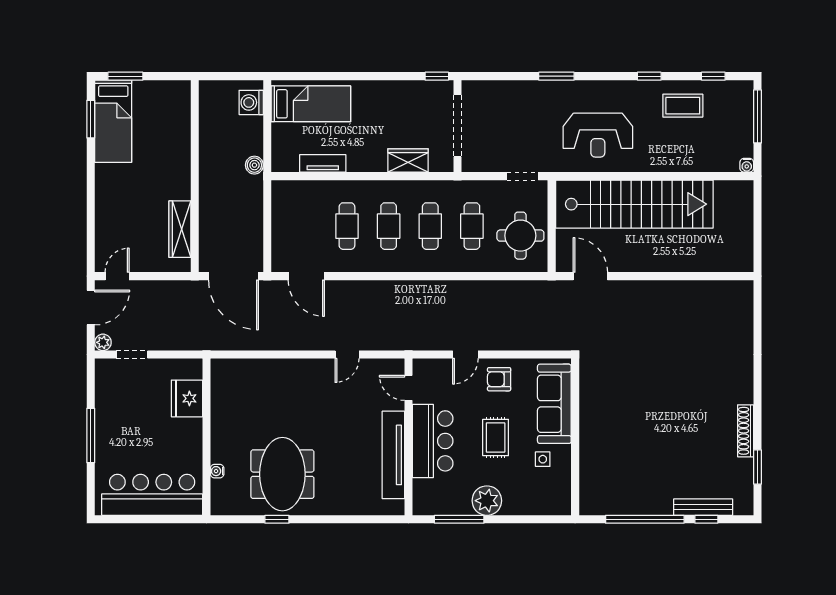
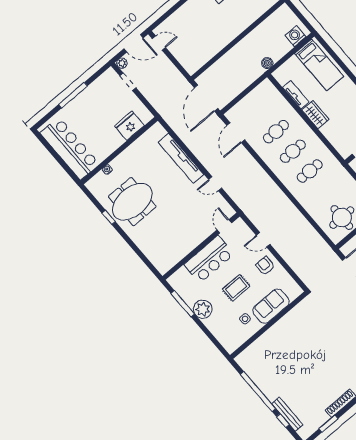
wardrobe: (408, 161) -> (315, 115), moved
cafe table: (472, 226) -> (327, 191), removed
wardrobe: (180, 229) -> (207, 54), removed
sofa: (554, 404) -> (271, 306), width x0.73
tv unit: (393, 455) -> (181, 158), moved, turned -90

